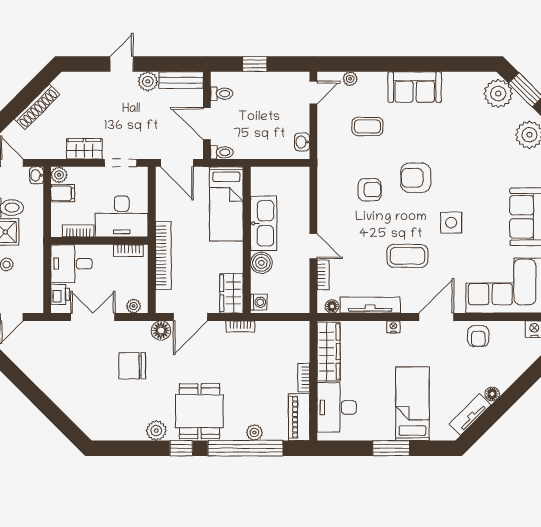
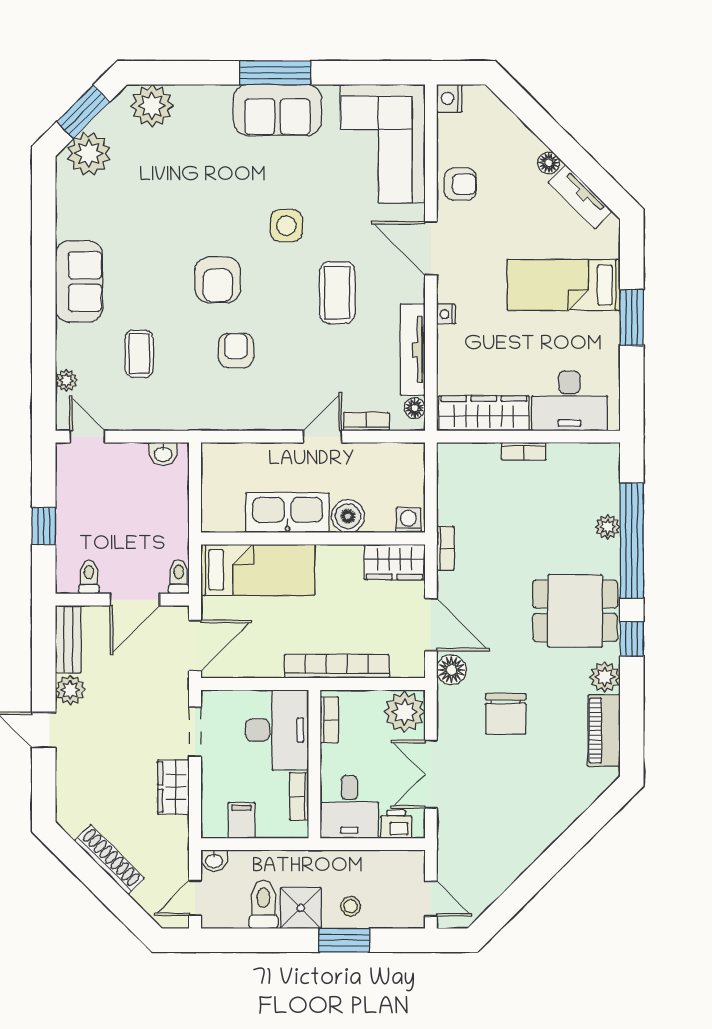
plant: (59, 175) -> (213, 826), removed
plant: (133, 306) -> (404, 712), width x1.88, depth x1.88
piano: (299, 417) -> (604, 731), moved, turned 90

